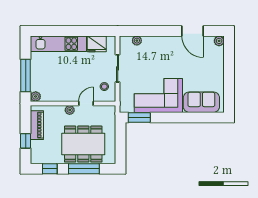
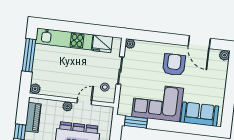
plant: (137, 41) -> (130, 44), moved
armchair: (170, 56) -> (174, 65), added
window: (26, 75) -> (29, 55), moved

